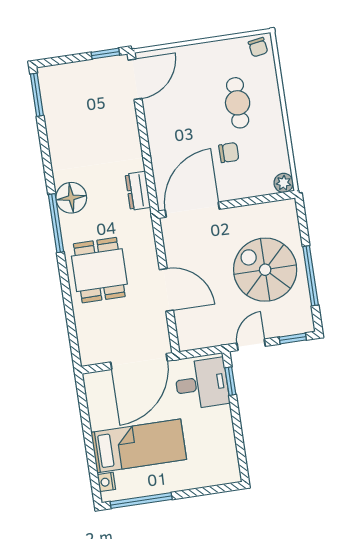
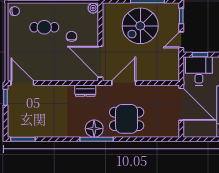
floor lamp: (71, 198) -> (94, 129), moved
door: (166, 290) -> (124, 83), moved
door: (251, 345) -> (181, 40), hinge flipped

